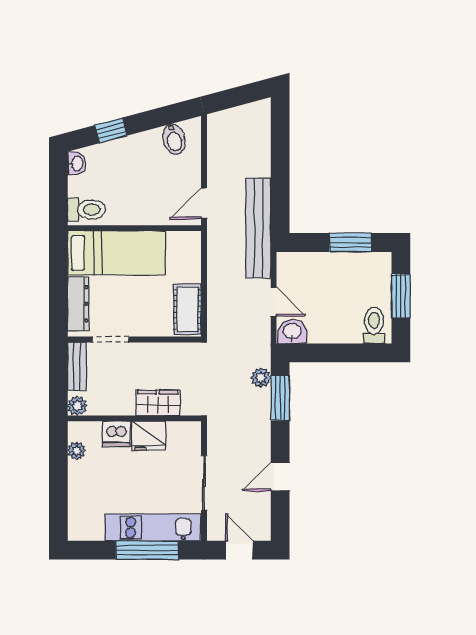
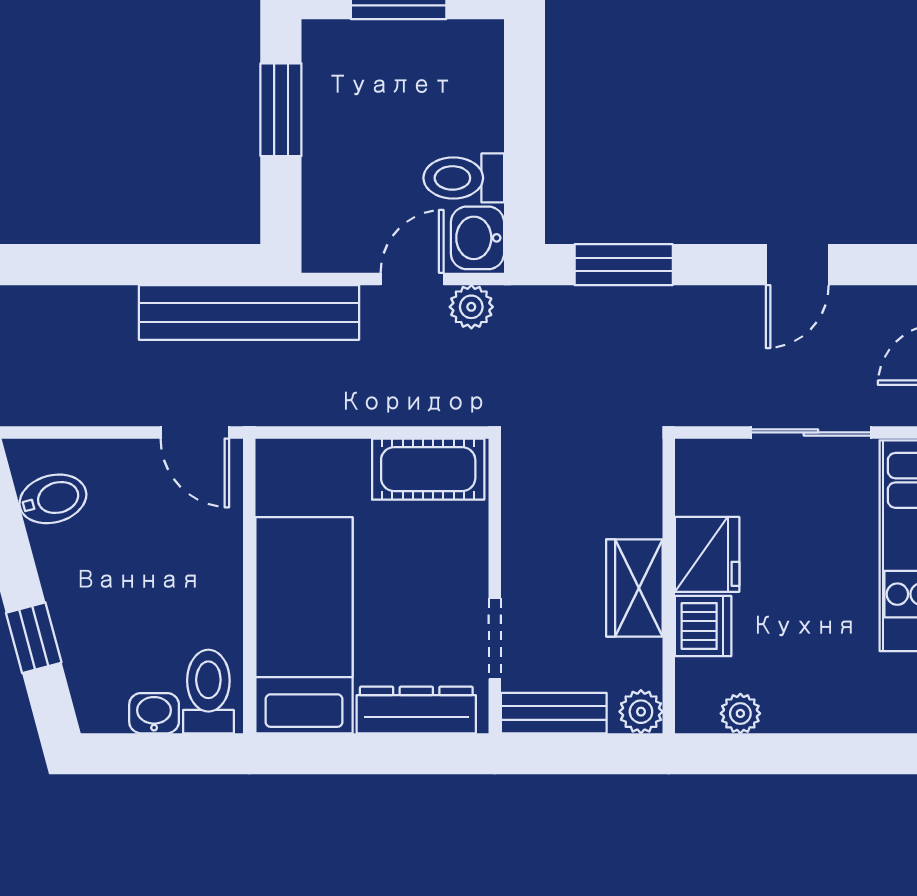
washbasin: (77, 164) -> (154, 713), moved
toilet: (374, 325) -> (464, 178), moved
plant: (261, 378) -> (471, 307), moved
wardrobe: (158, 403) -> (634, 588), moved
door: (280, 477) -> (797, 265), hinge flipped

